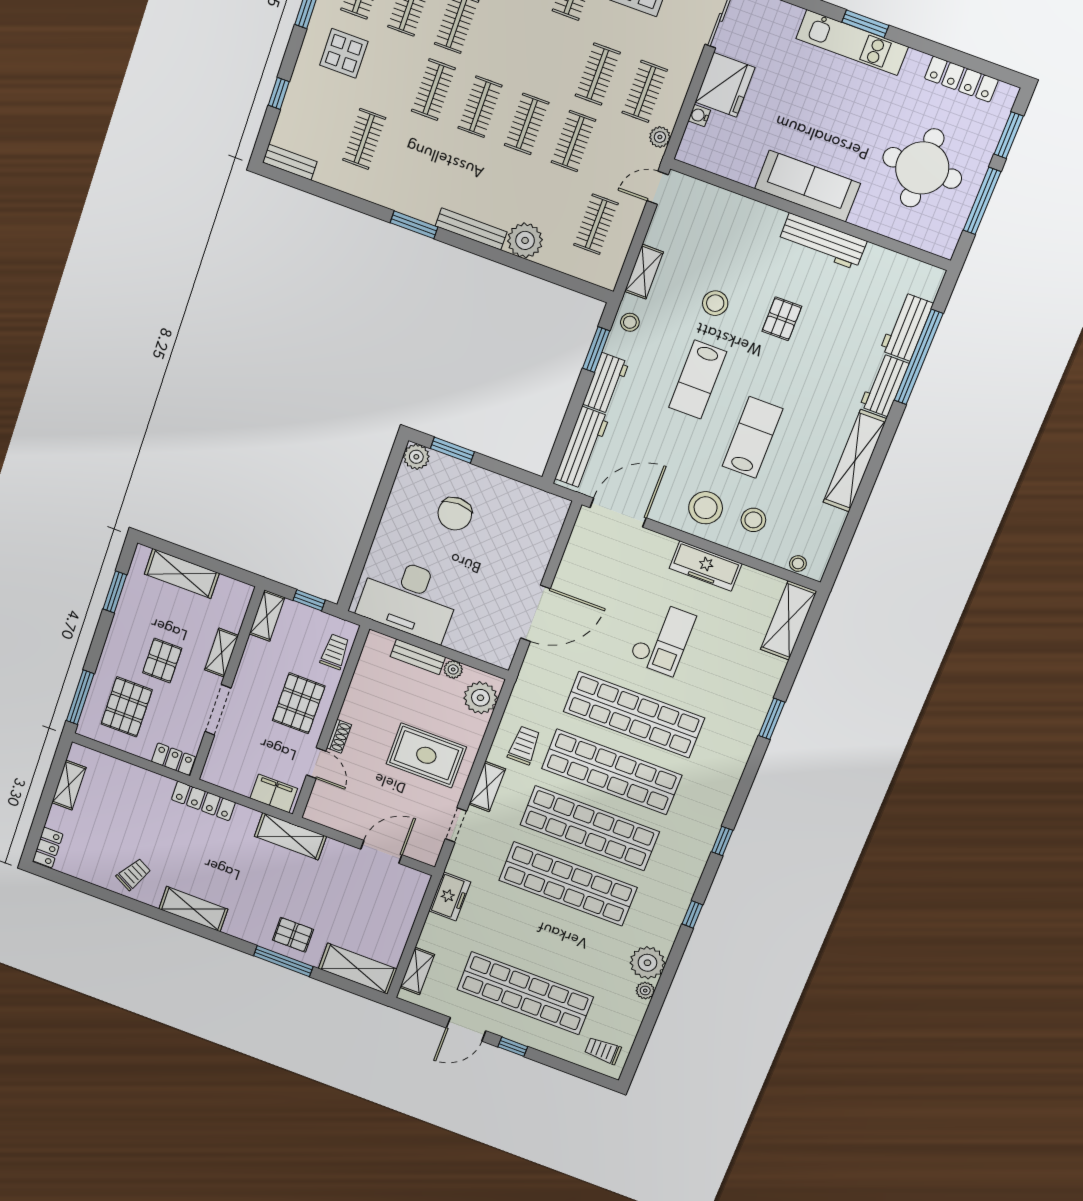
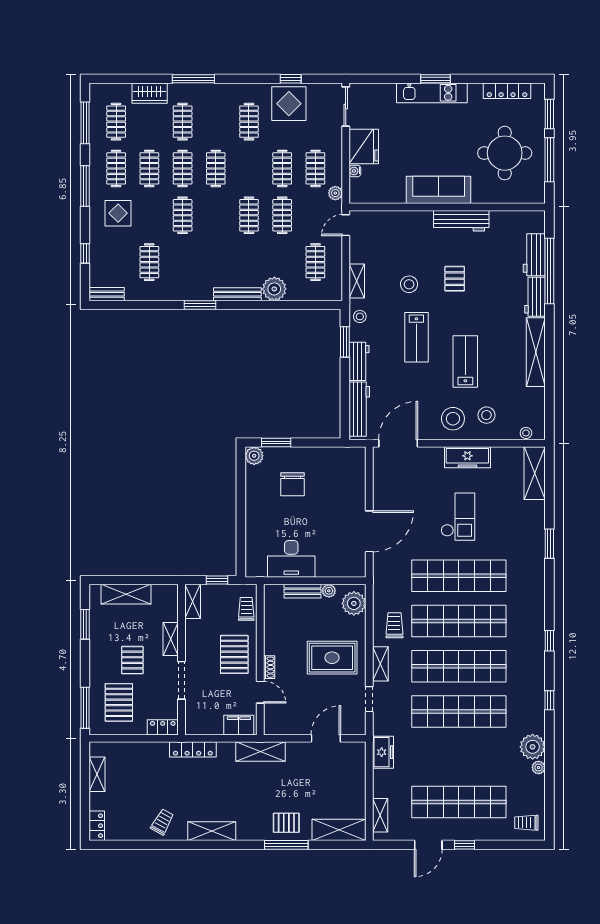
clothes rail: (480, 107) -> (216, 168), moved
desk: (409, 599) -> (291, 559), width x0.73, depth x0.77

